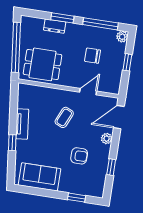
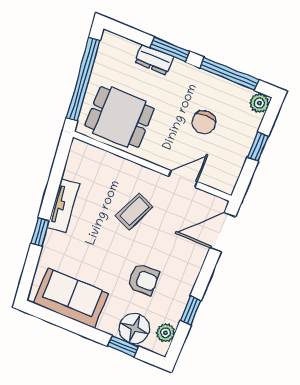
chair: (92, 56) -> (204, 122), turned -90
plant: (107, 139) -> (166, 333), moved
floor lamp: (81, 186) -> (134, 329), added

